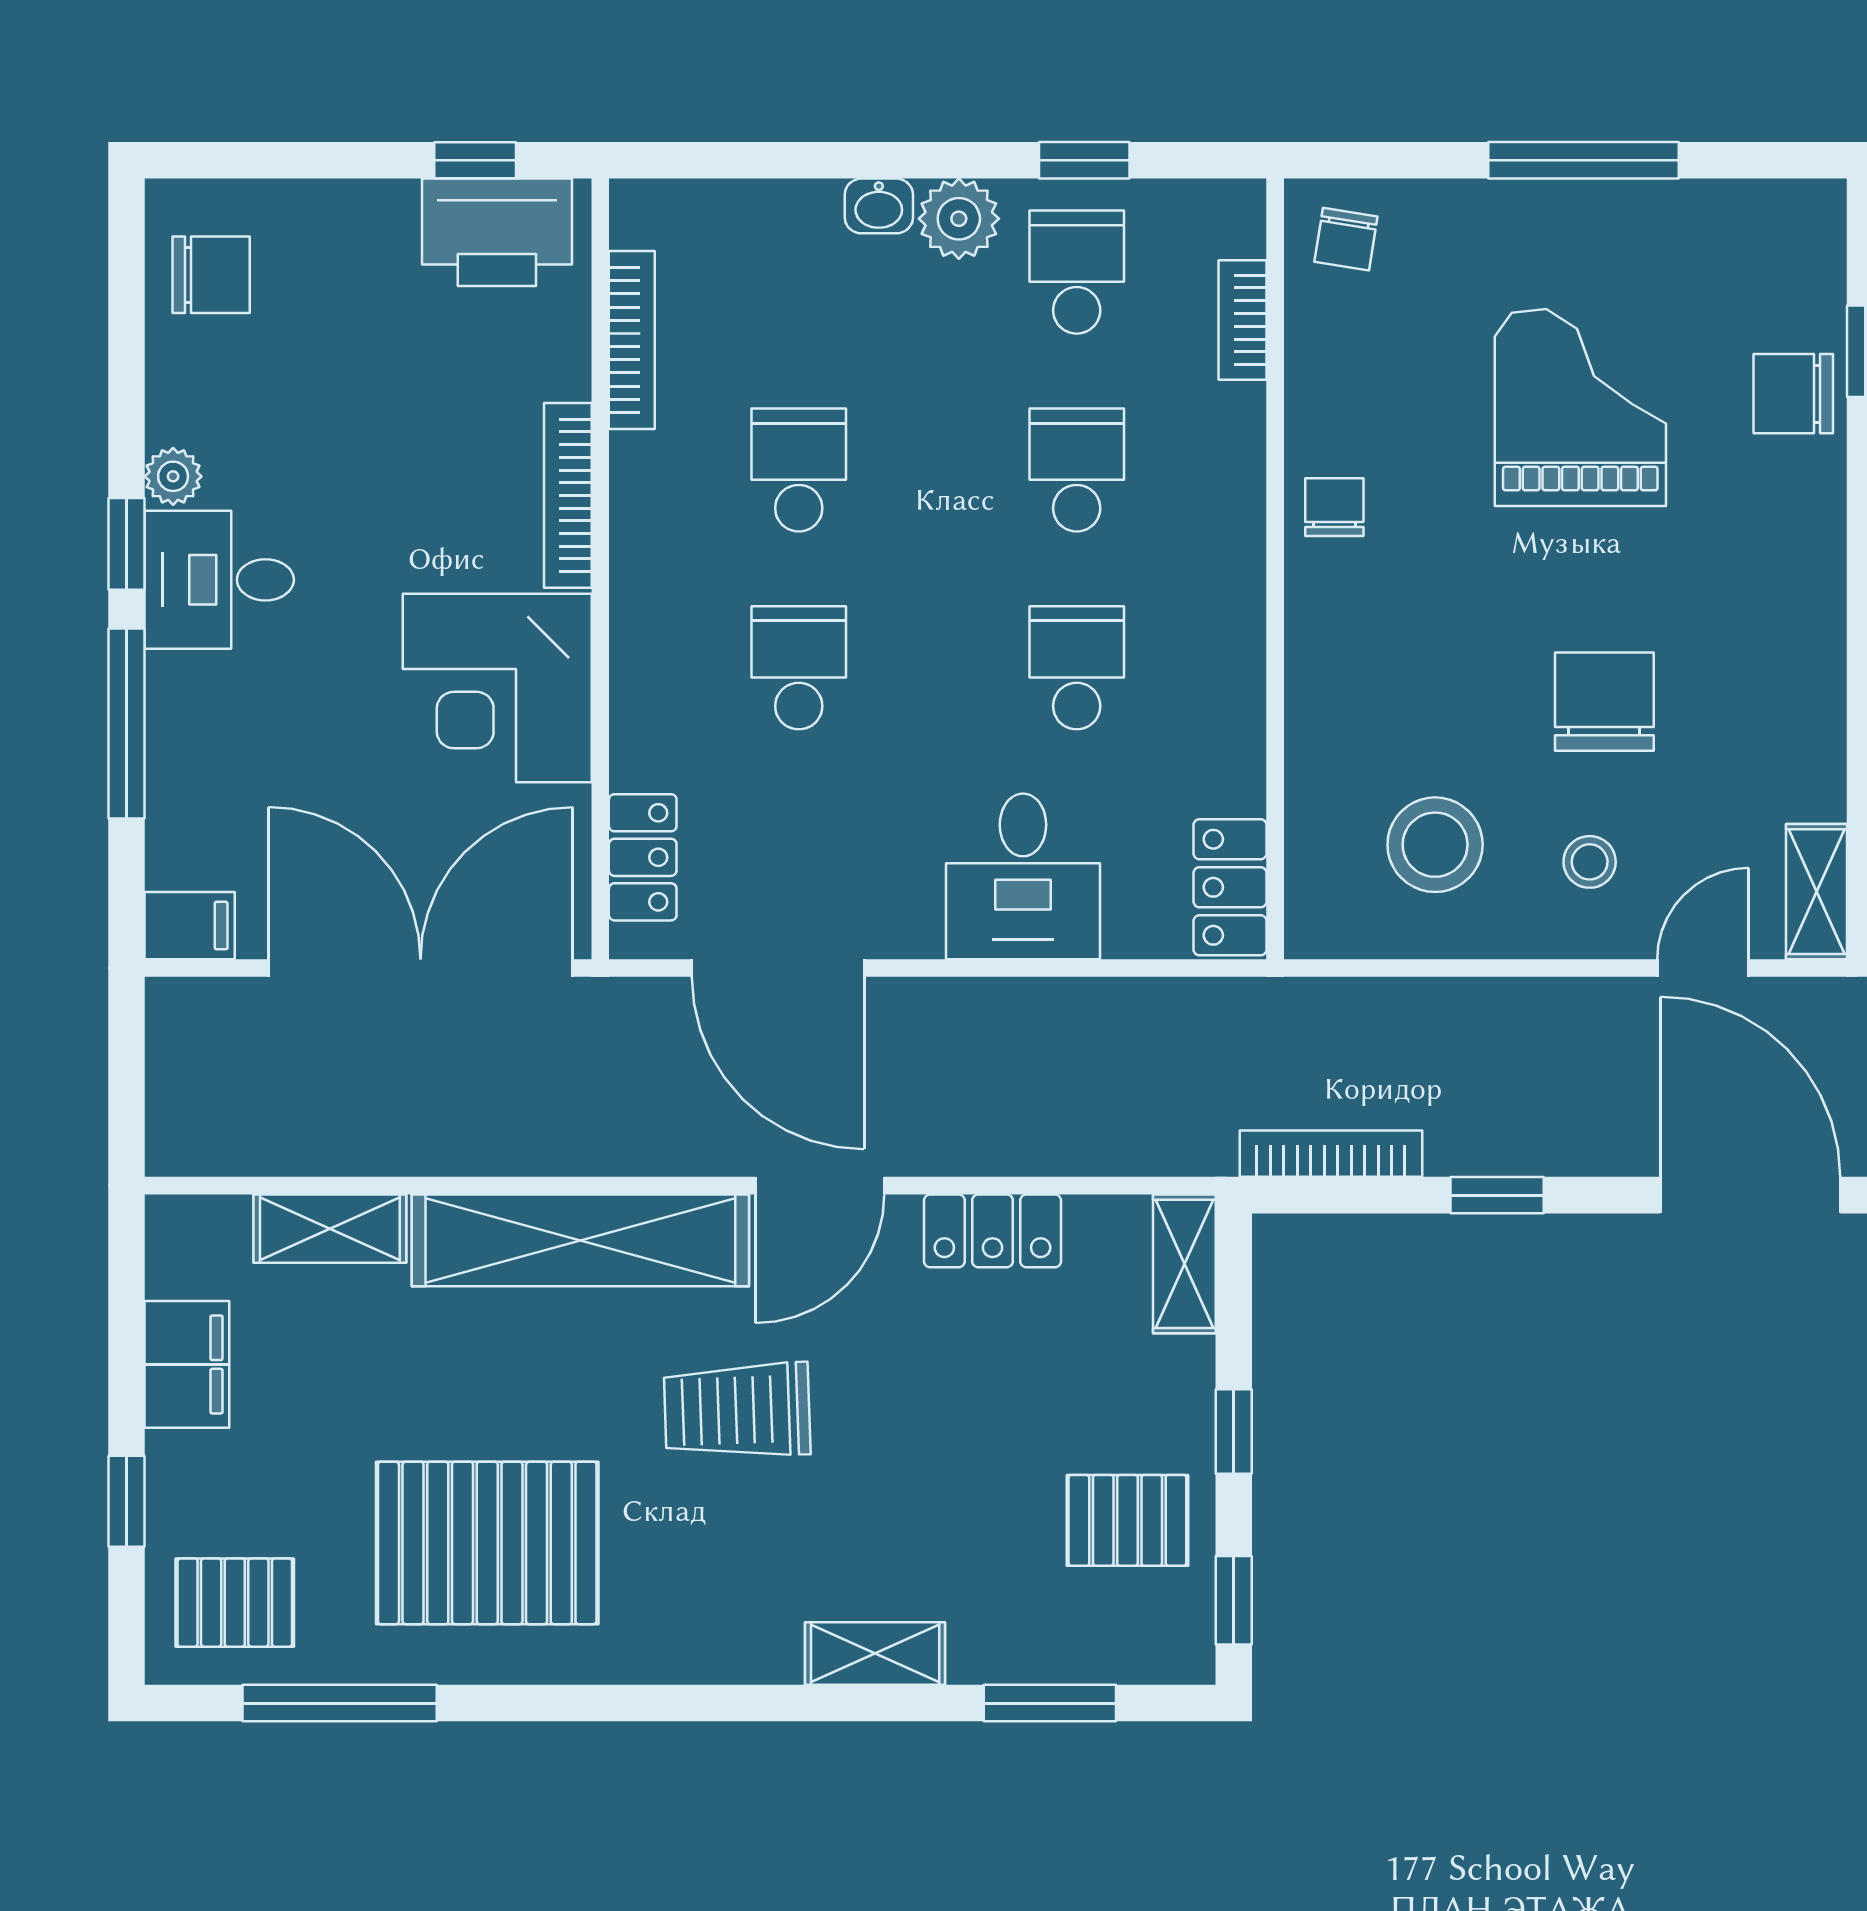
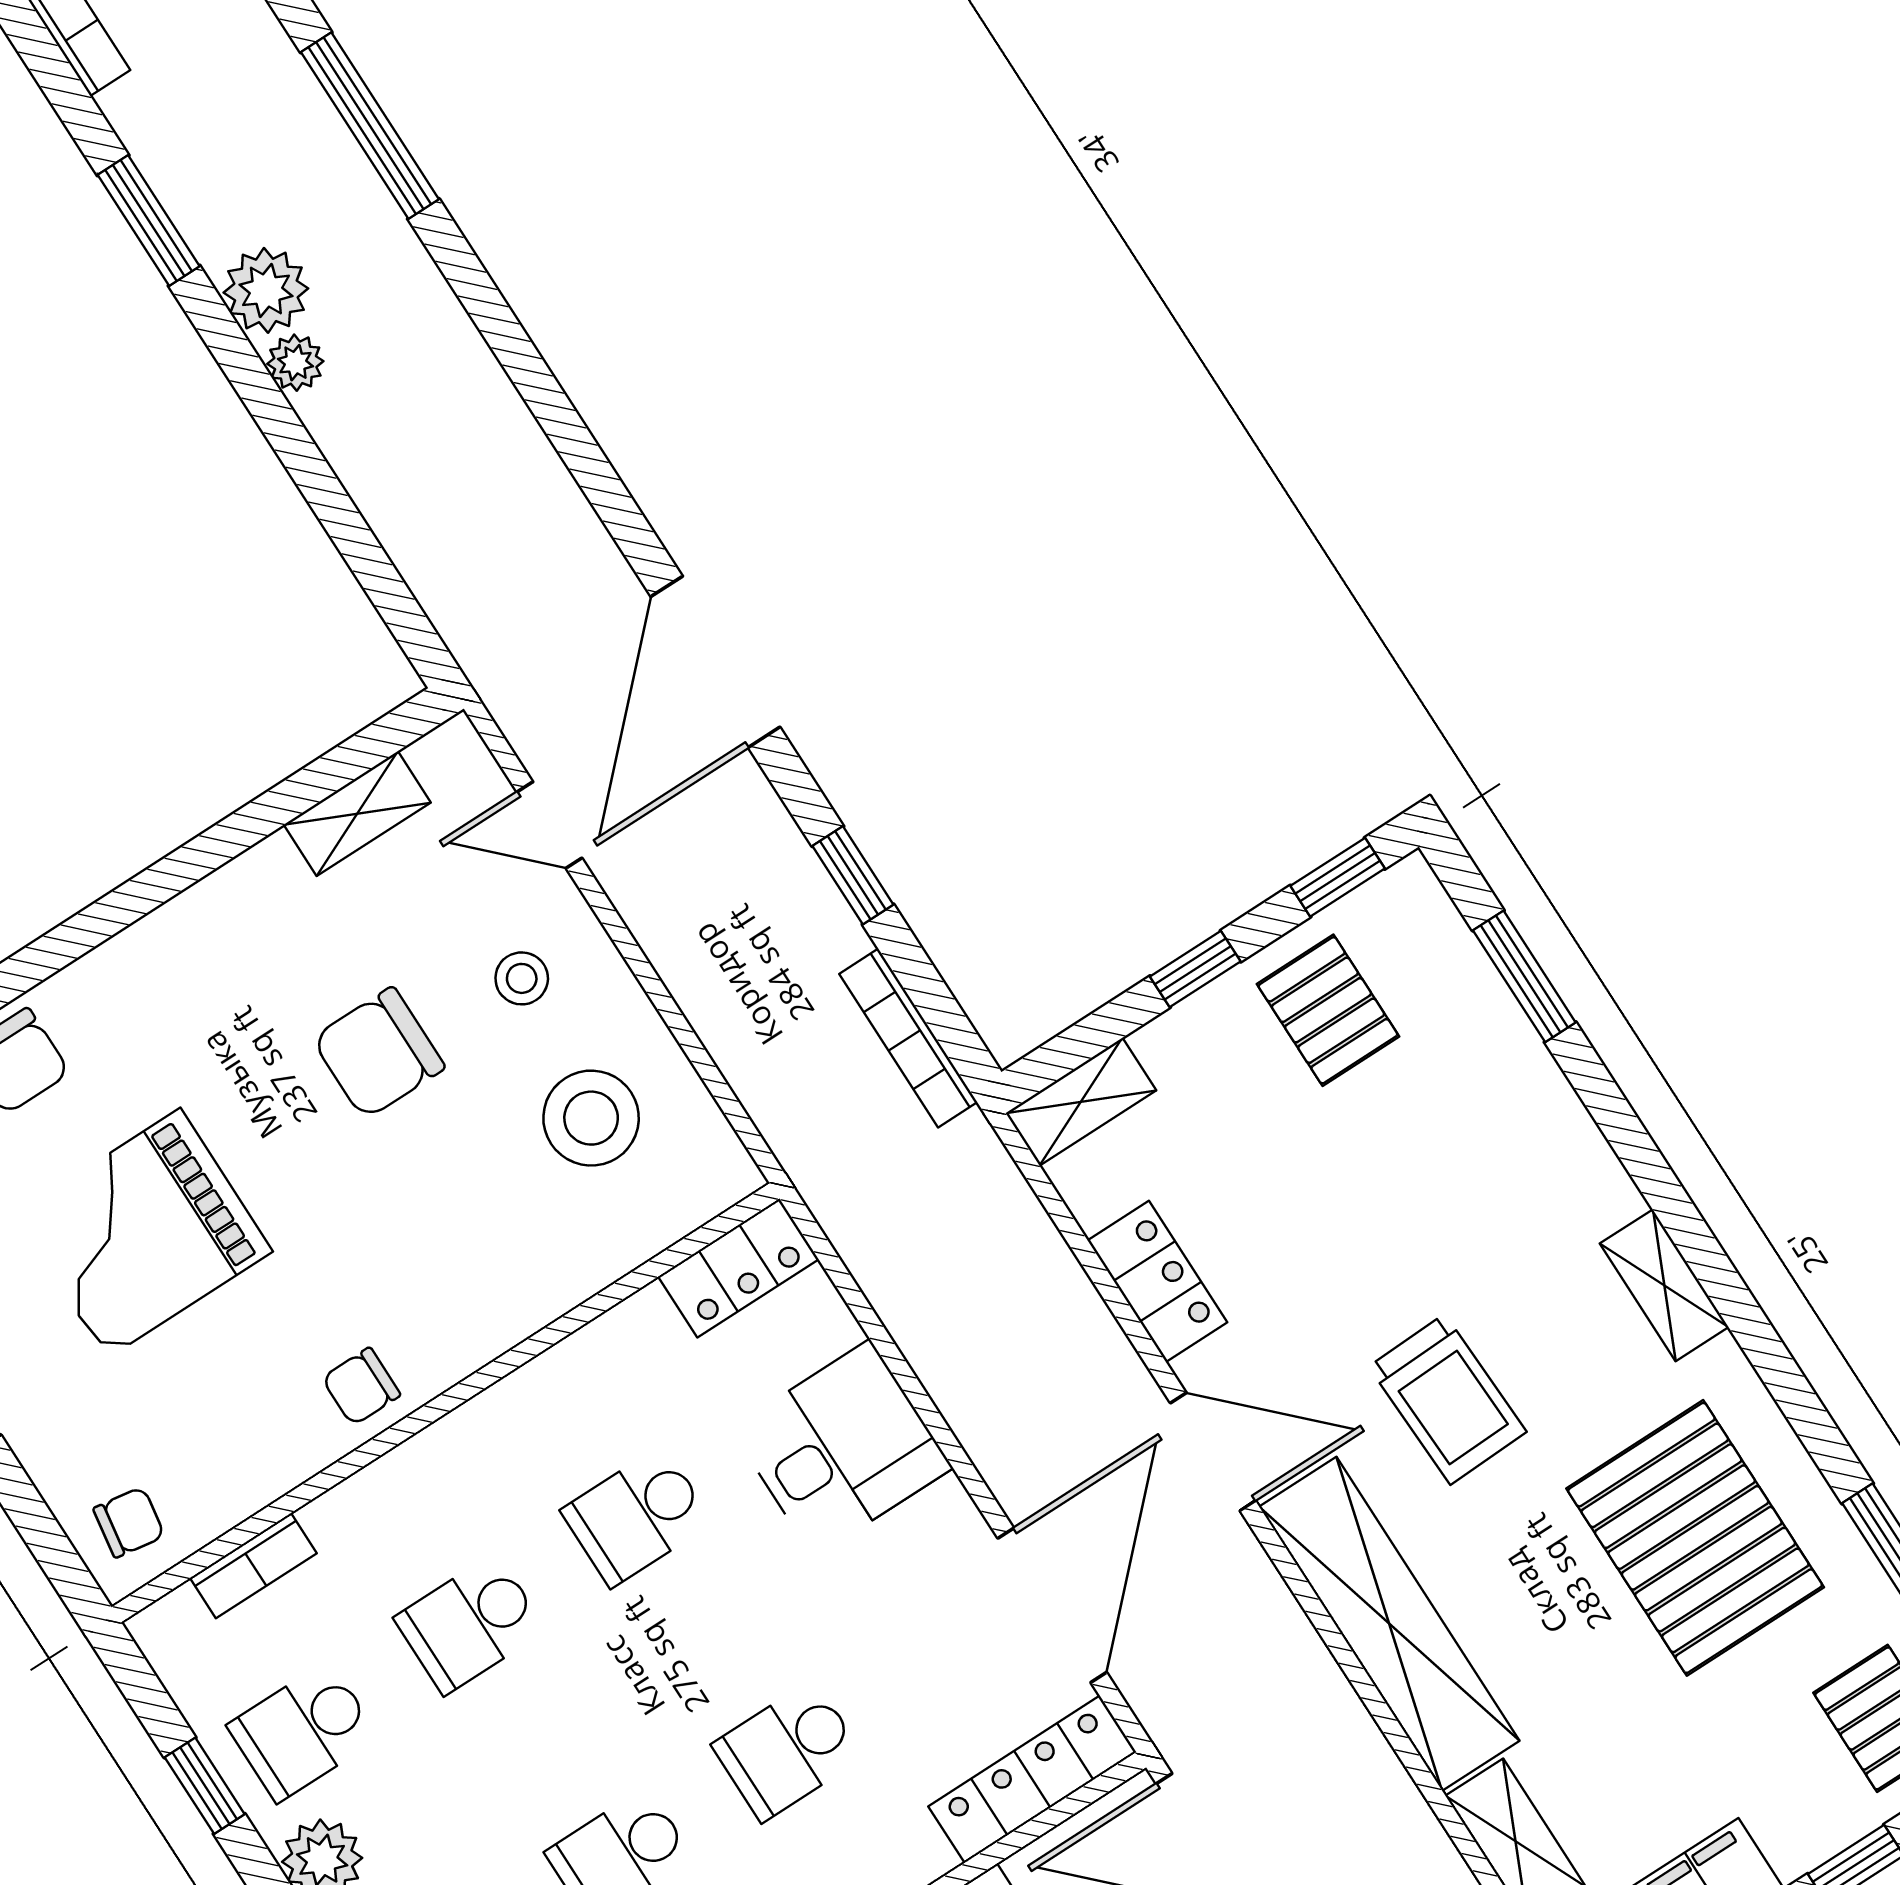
locker: (643, 857) -> (1032, 1779), width x1.53
shelving: (1816, 892) -> (357, 814), moved
shelving: (875, 1654) -> (1664, 1285), moved

